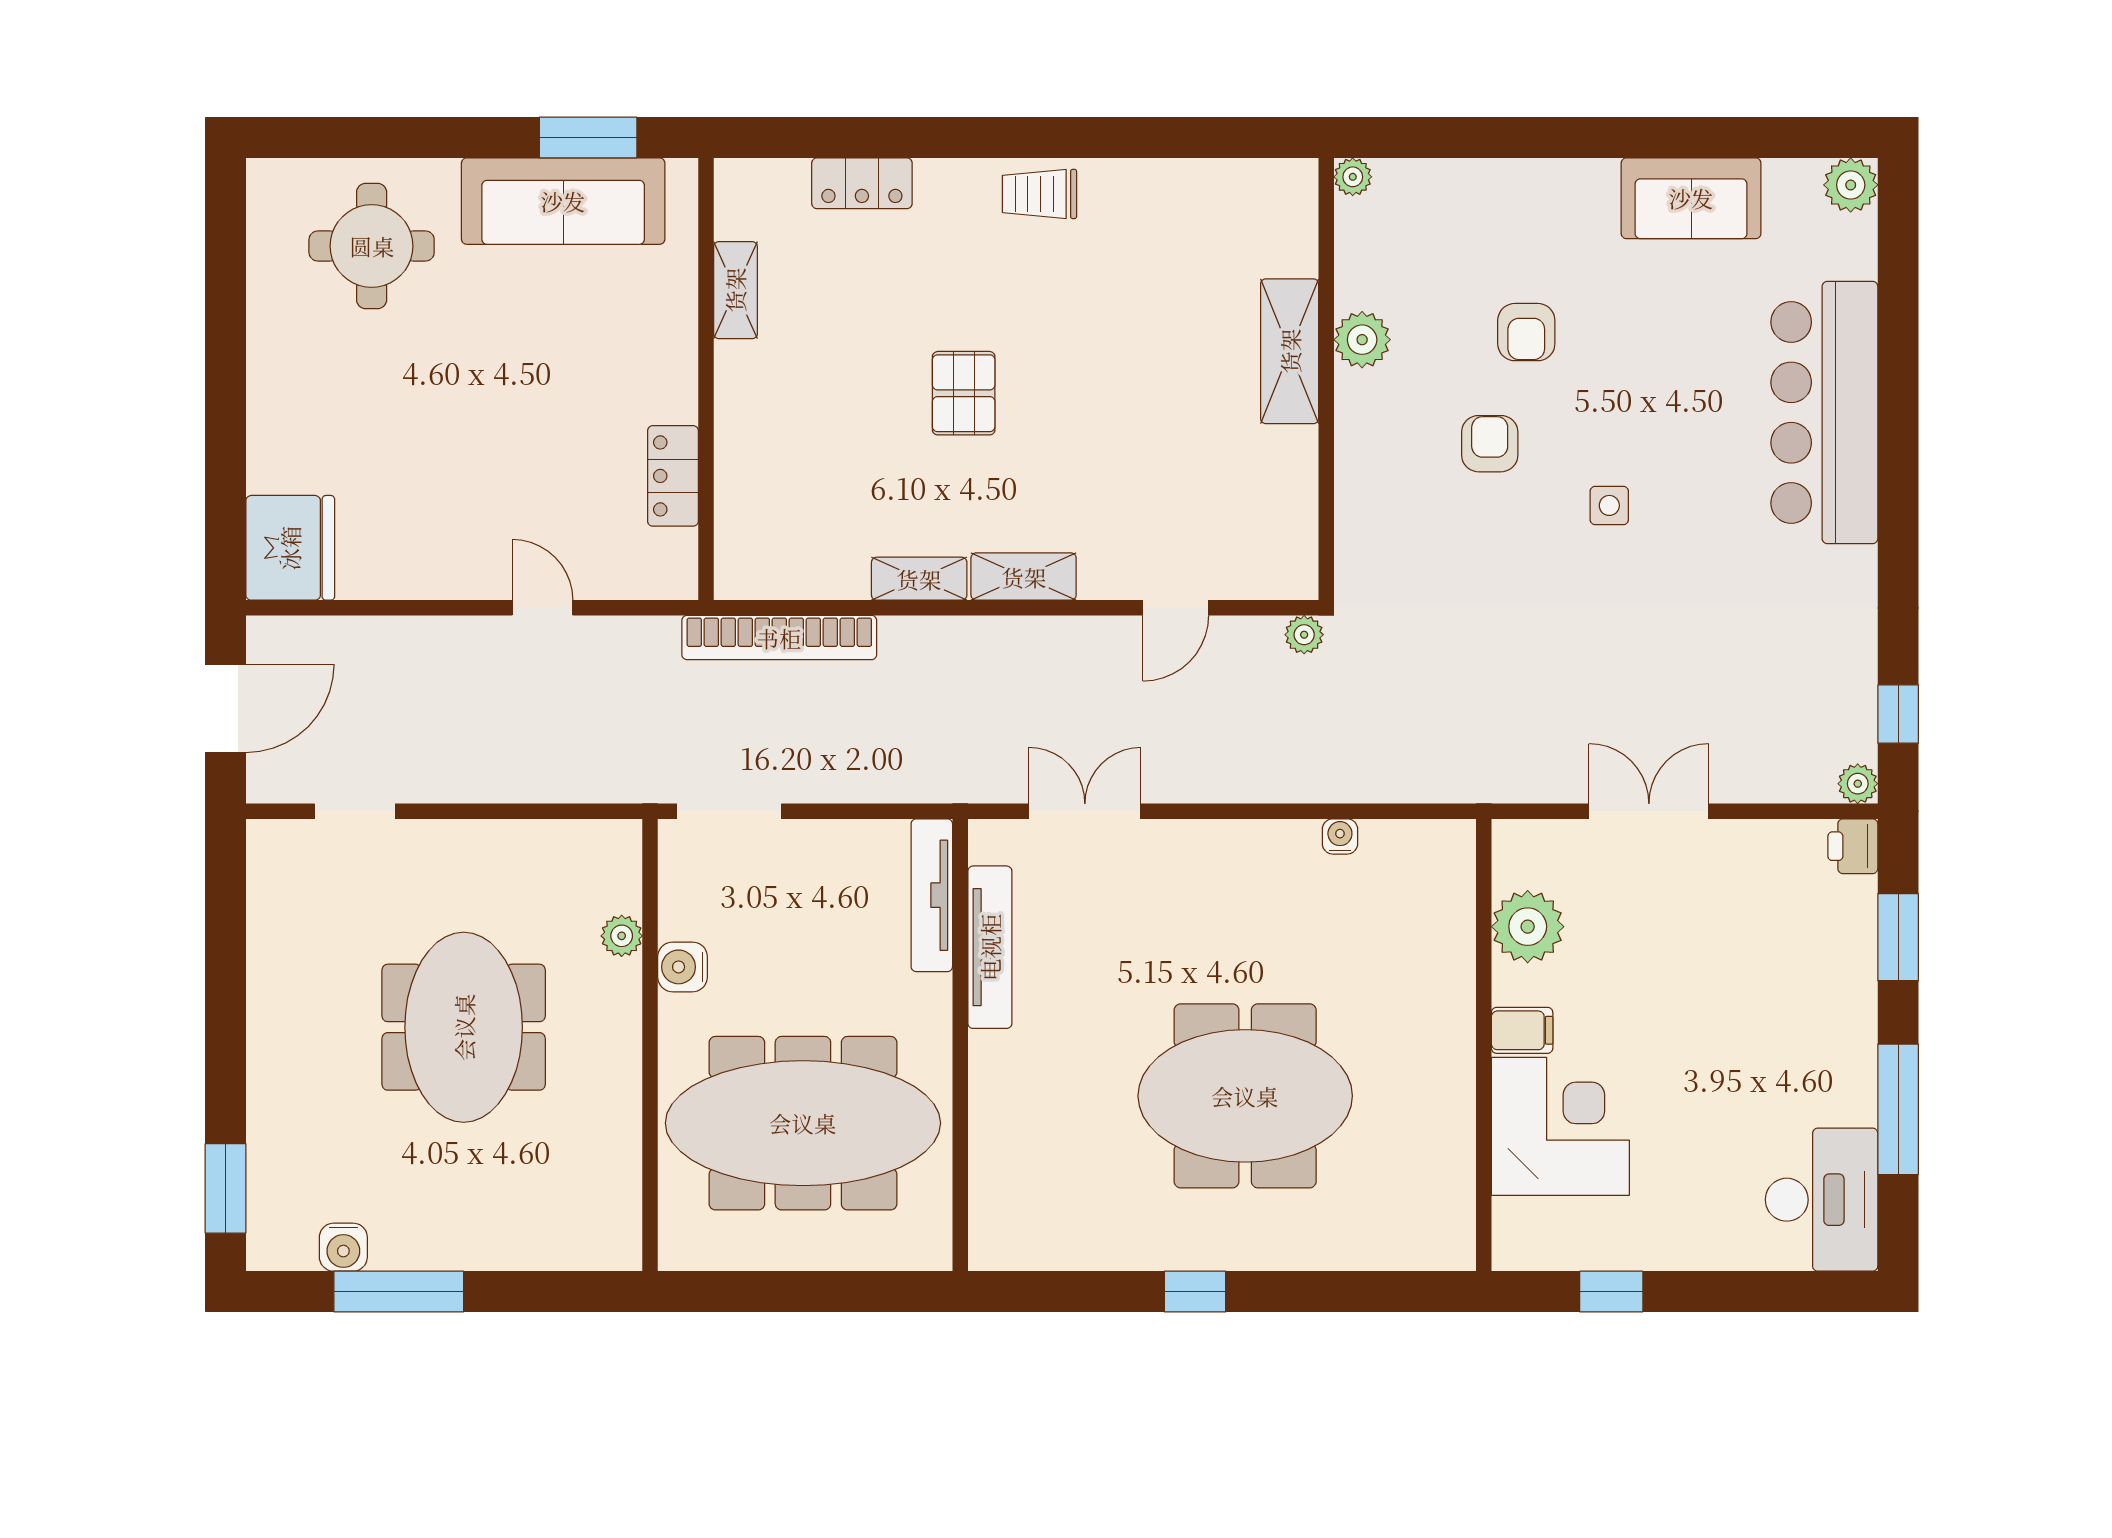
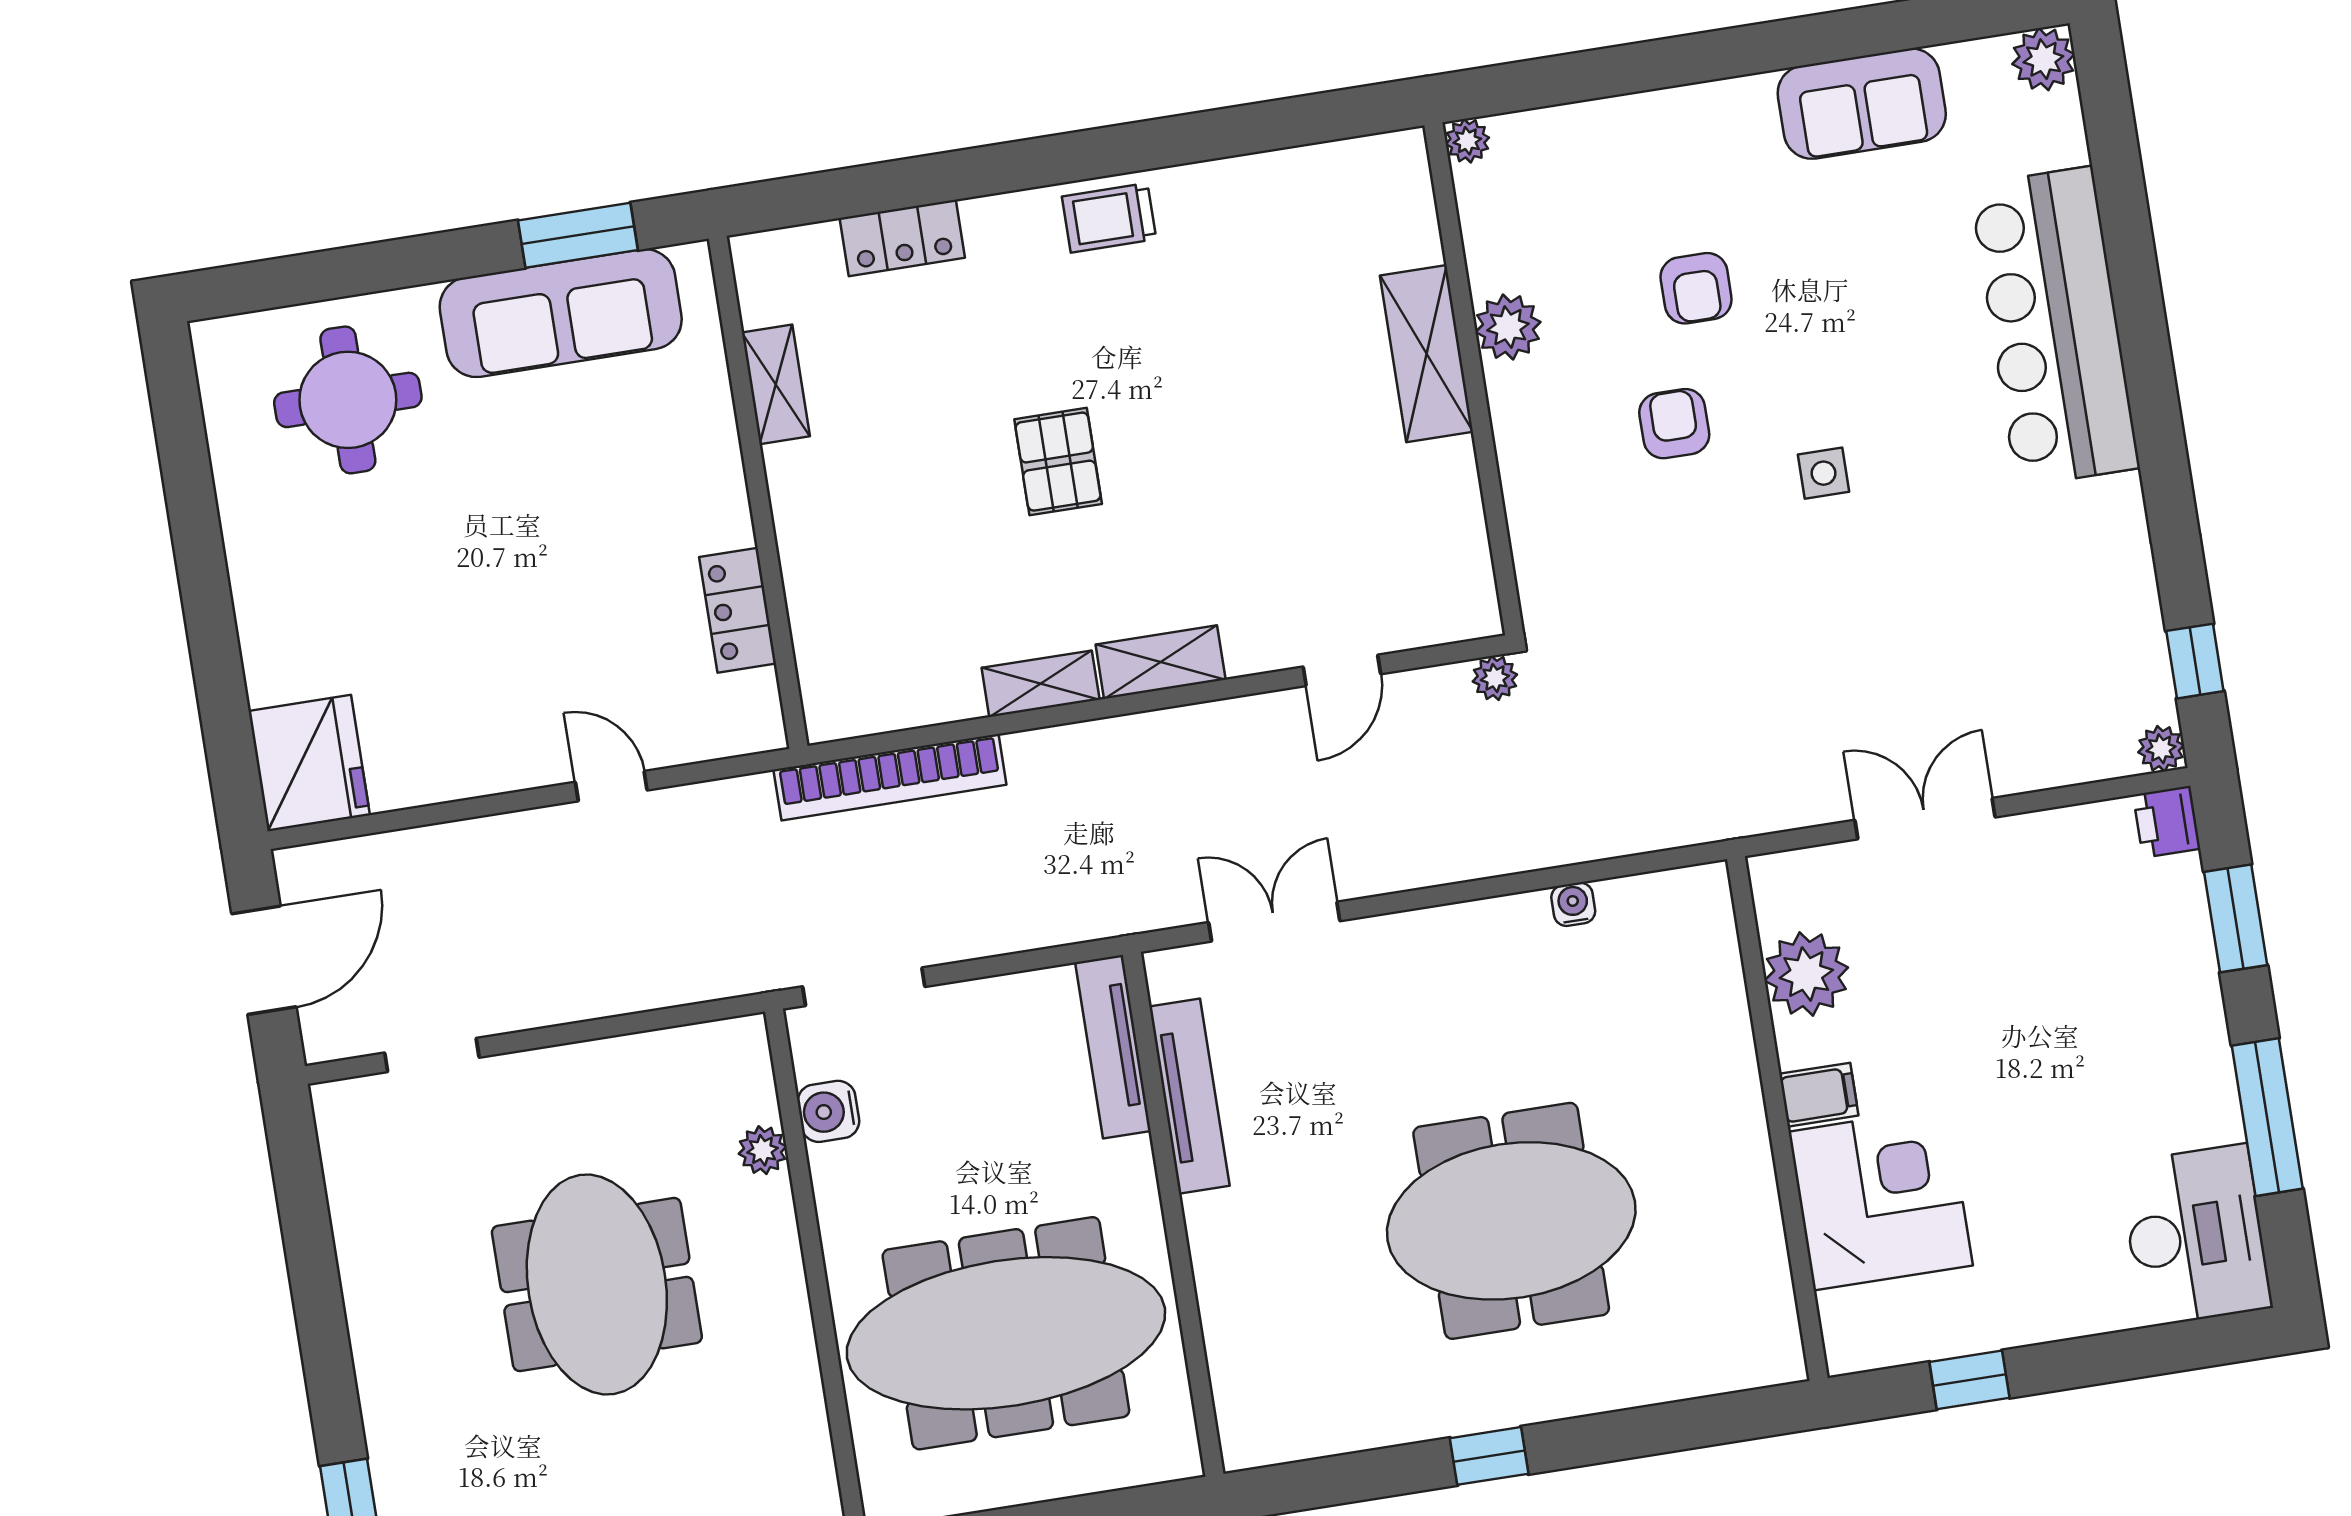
water cooler: (683, 967) -> (828, 1111), moved

